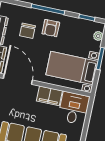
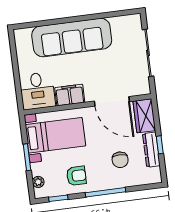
armchair: (51, 28) -> (76, 176), moved, turned 90
chair: (27, 31) -> (120, 160), turned 180

